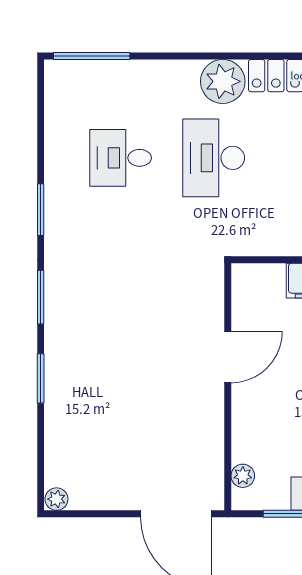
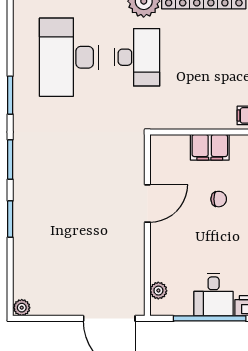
desk: (121, 158) -> (69, 57), width x1.87, depth x1.30
desk: (214, 158) -> (137, 57), turned 180

